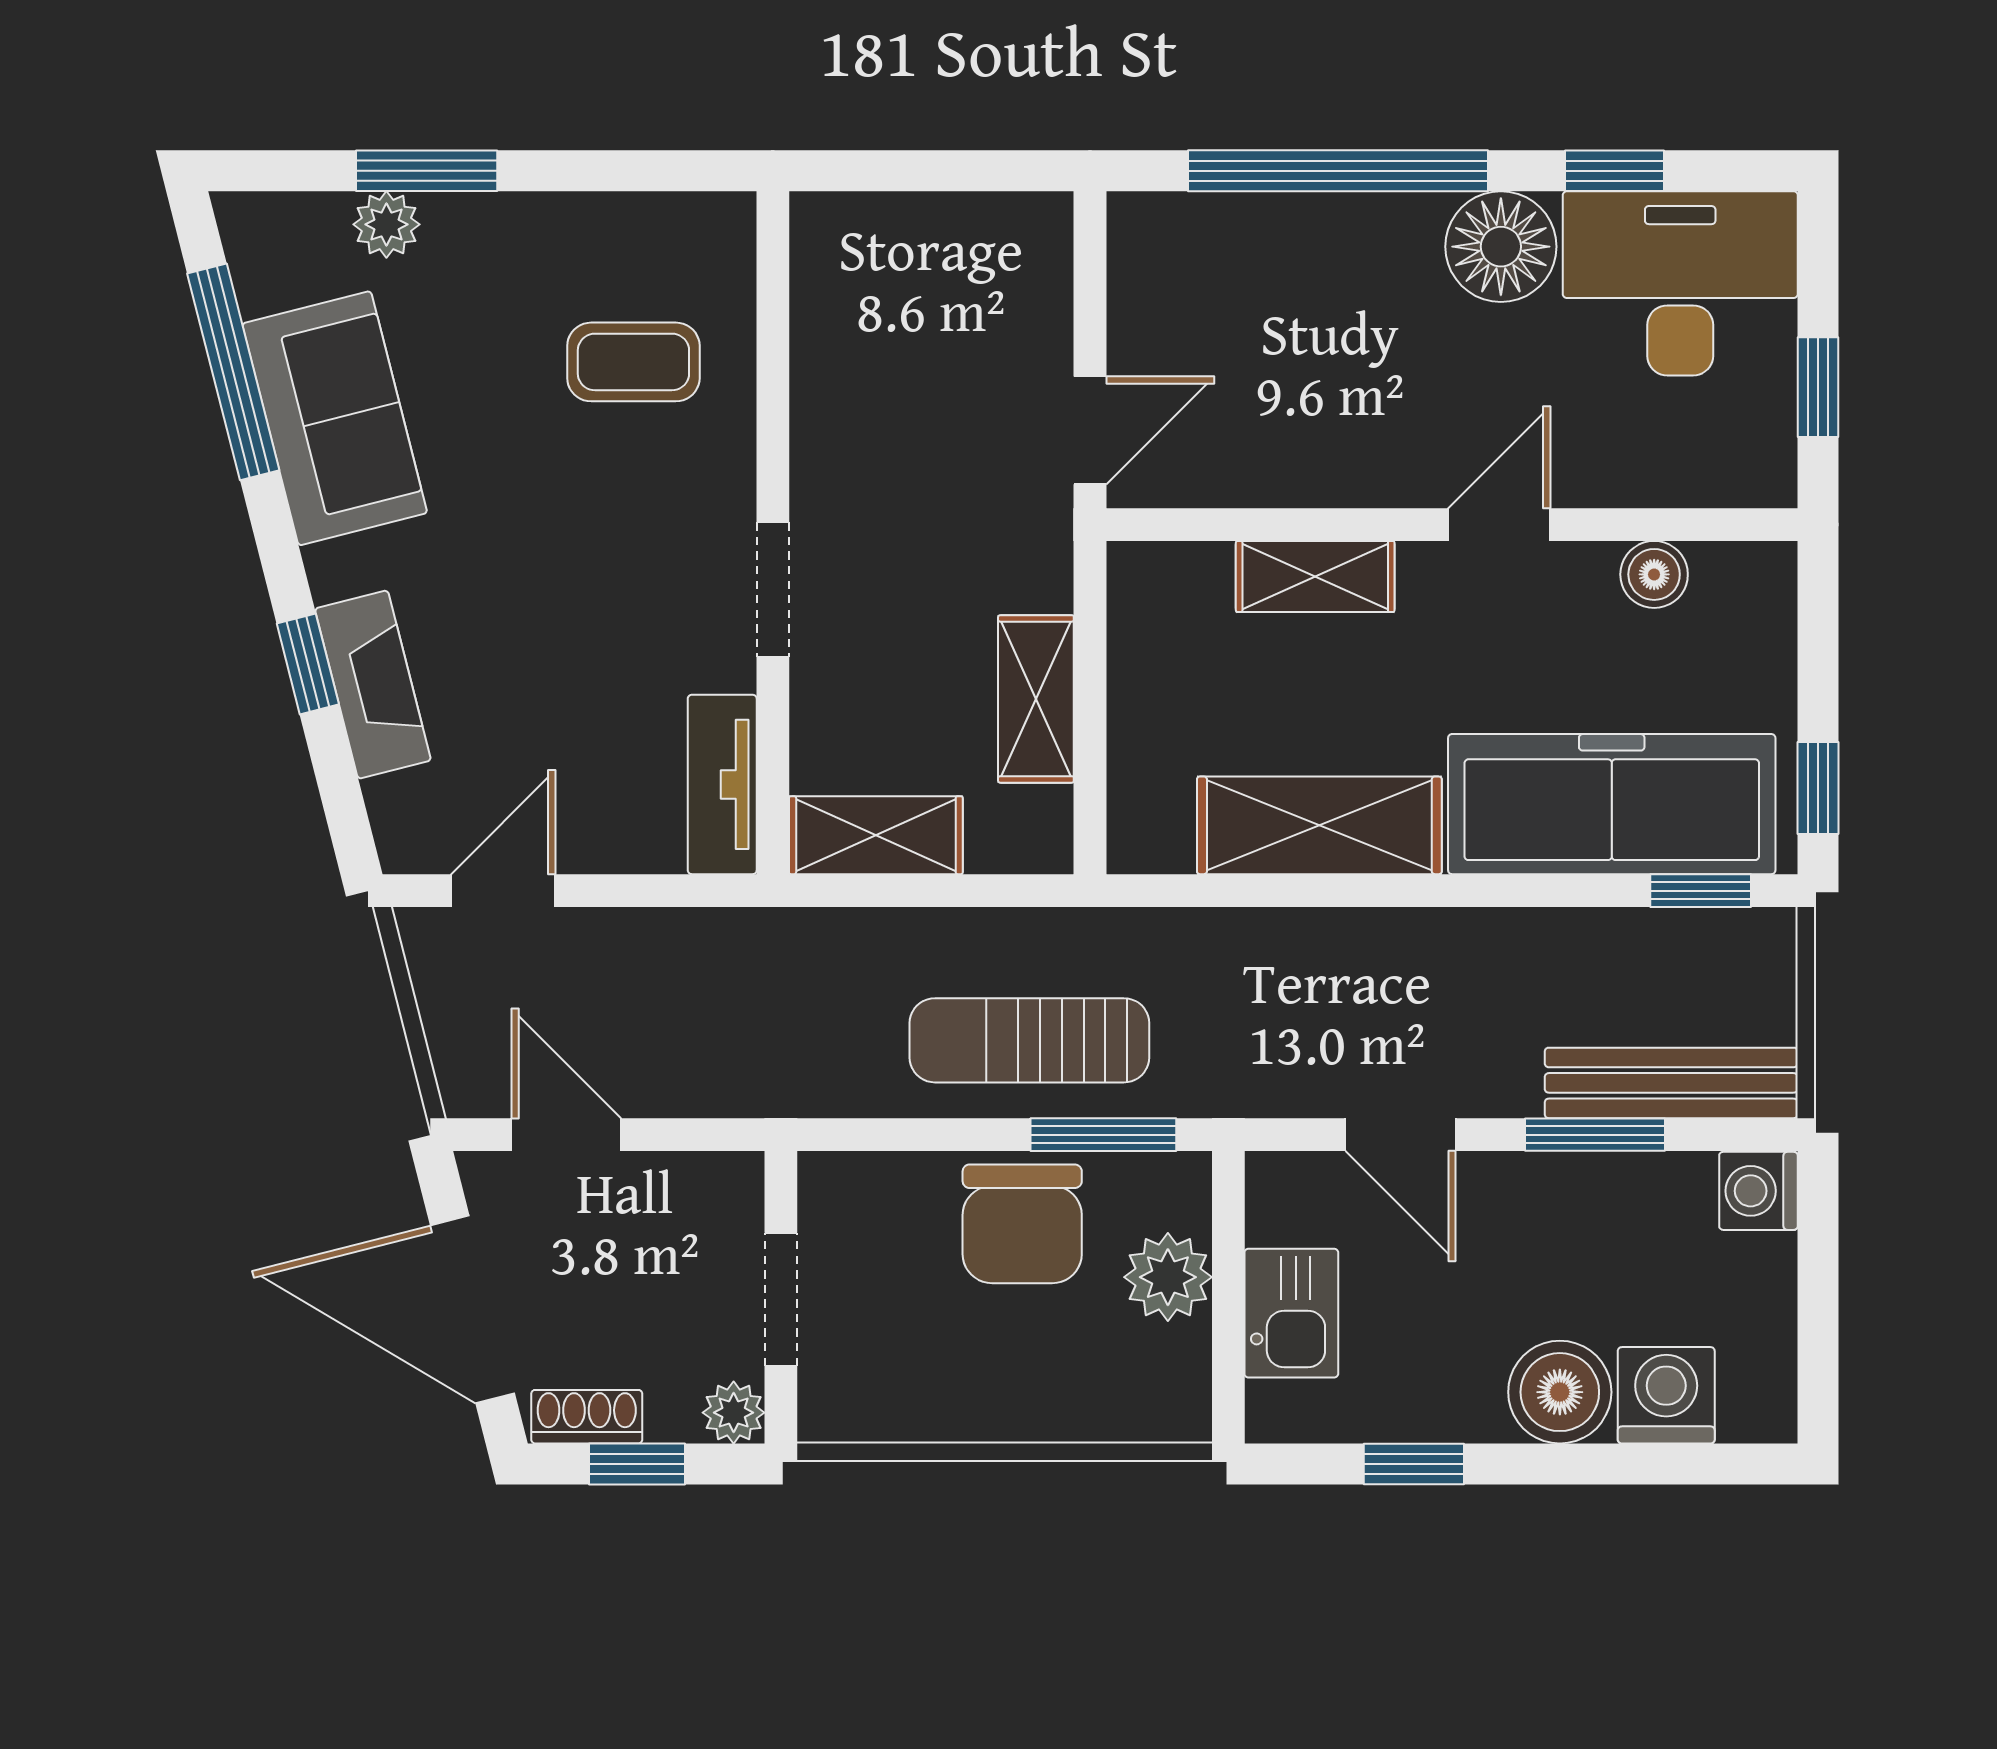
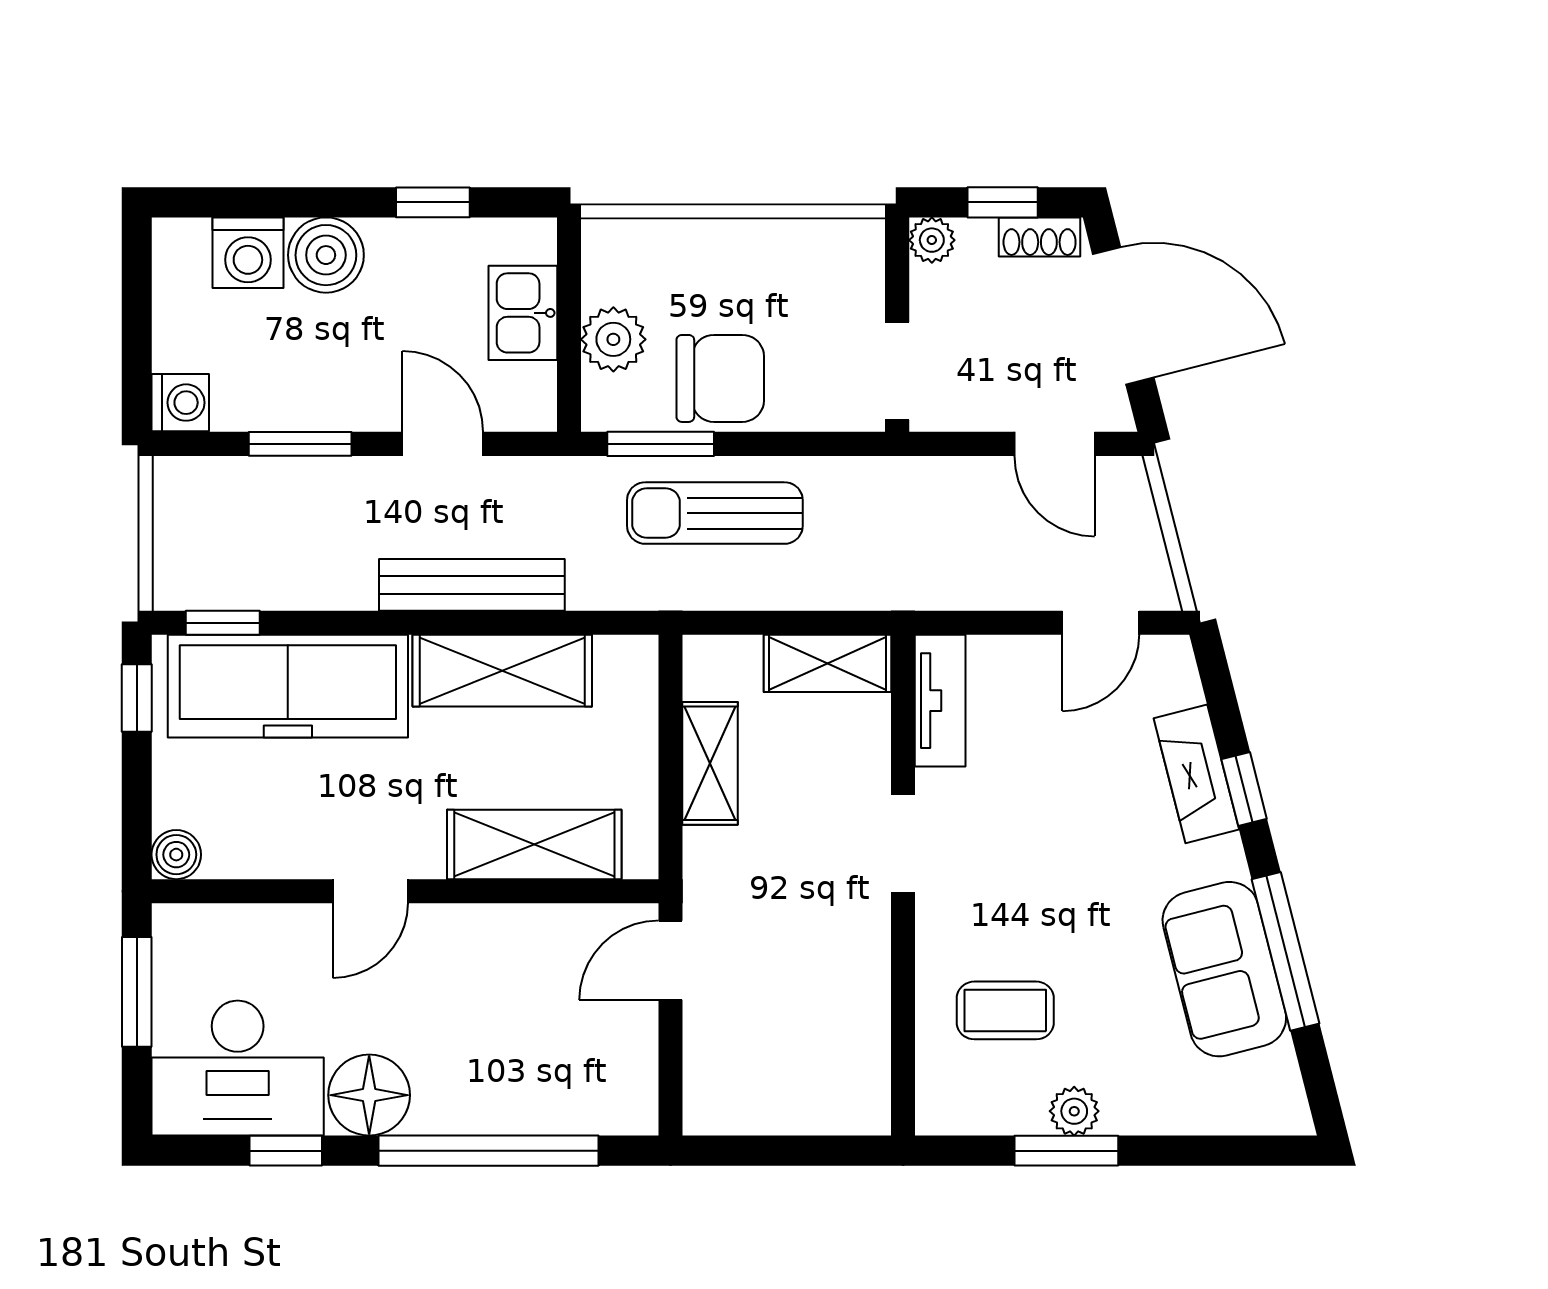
window: (427, 171) -> (1066, 1151), moved
plant: (386, 224) -> (1074, 1111), moved
window: (233, 372) -> (1285, 951), moved
window: (1818, 387) -> (137, 992), width x1.50
boiler: (1654, 574) -> (176, 855), moved
shelving: (1315, 576) -> (534, 844), width x1.50, depth x1.33
sun lounger: (1029, 1040) -> (715, 513), turned 180
bench: (1671, 1083) -> (472, 585), moved
chair: (1022, 1224) -> (720, 378), turned 90
doorway: (781, 1299) -> (897, 371), moved

